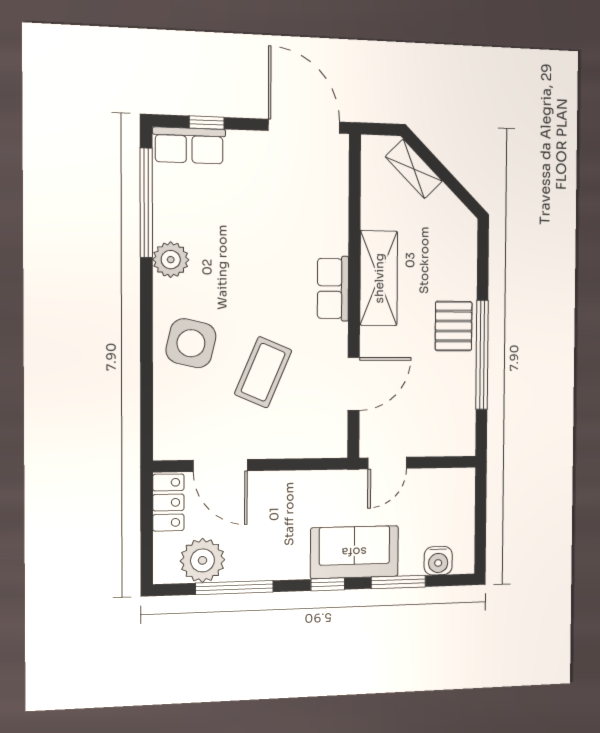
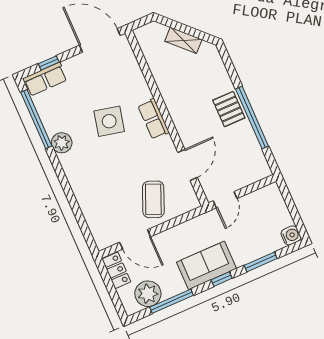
shelving: (414, 169) -> (183, 40), moved
shelving: (379, 278) -> (176, 102), removed
side table: (191, 343) -> (109, 121), moved
coffee table: (263, 372) -> (153, 199), moved
sofa: (354, 552) -> (206, 265), moved
water cooler: (438, 561) -> (291, 235), moved, turned -90

